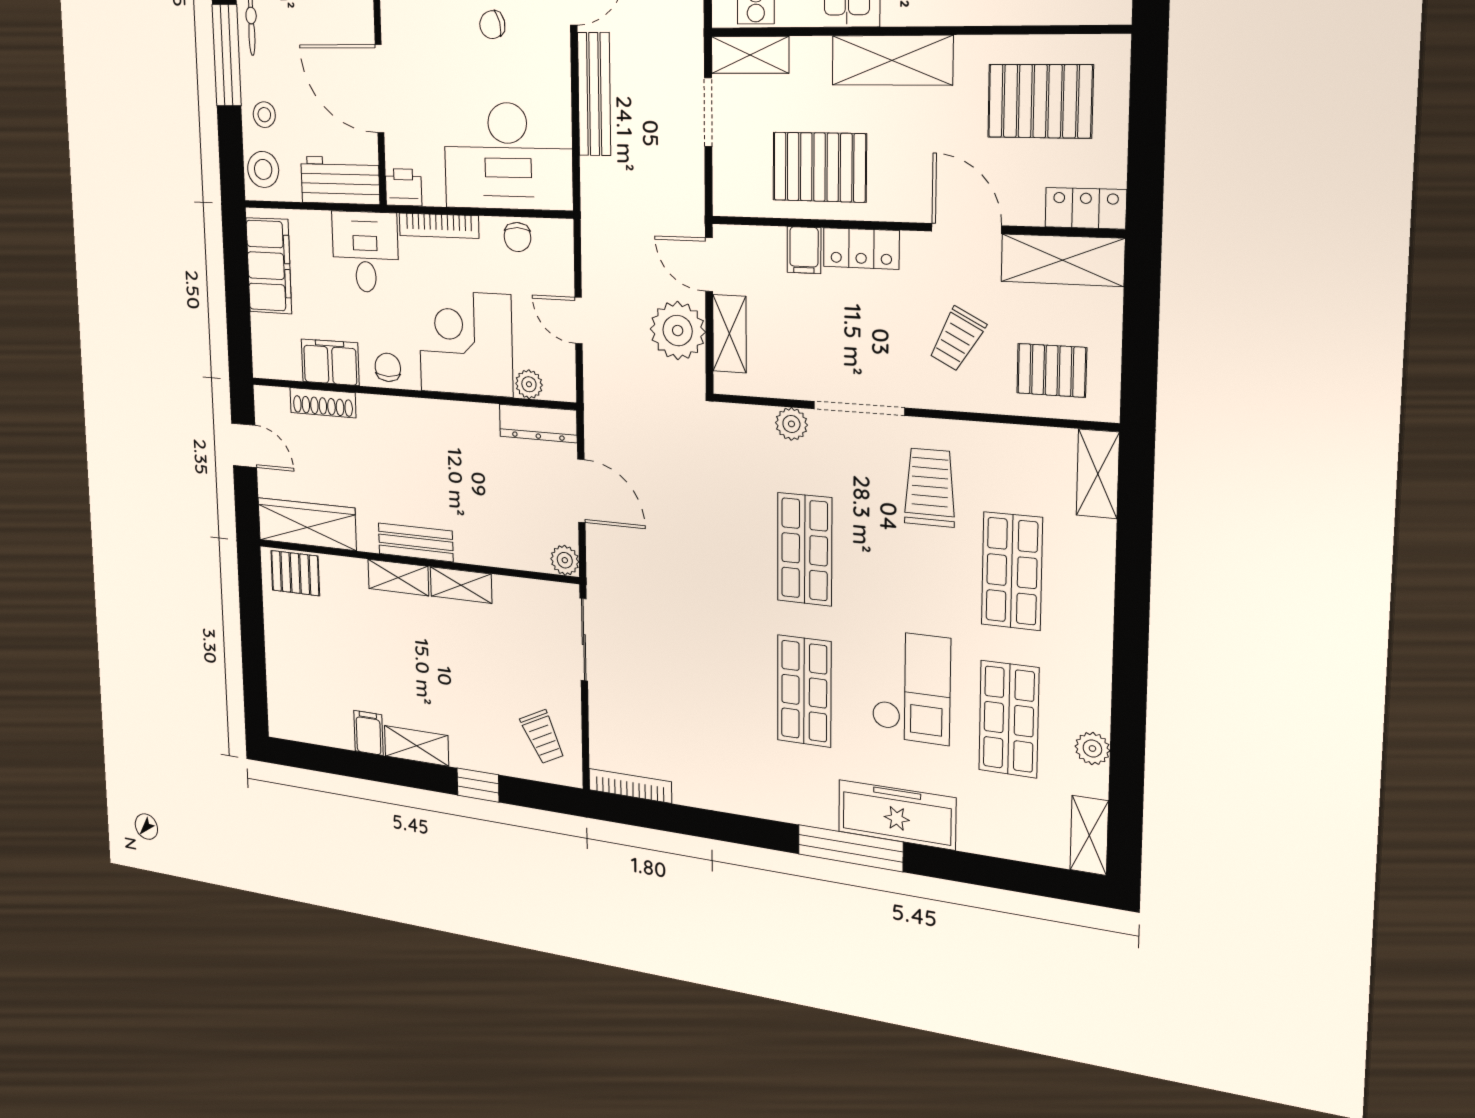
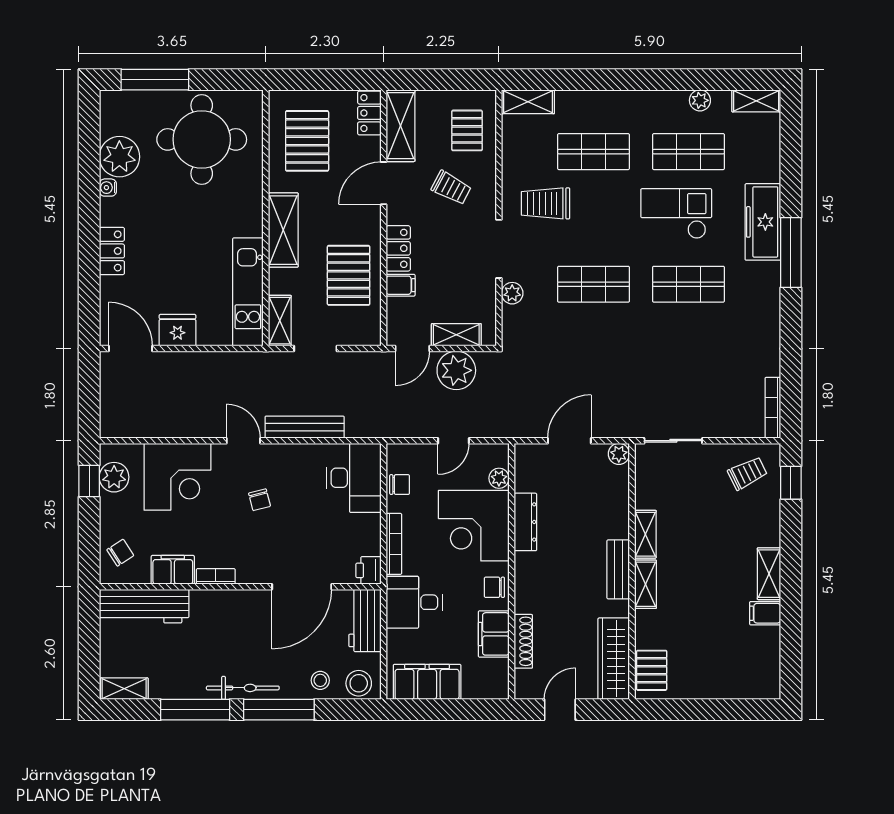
desk: (508, 156) -> (354, 478), width x0.73, depth x0.77
dresser: (538, 423) -> (525, 522), moved
window: (478, 785) -> (791, 483), moved

